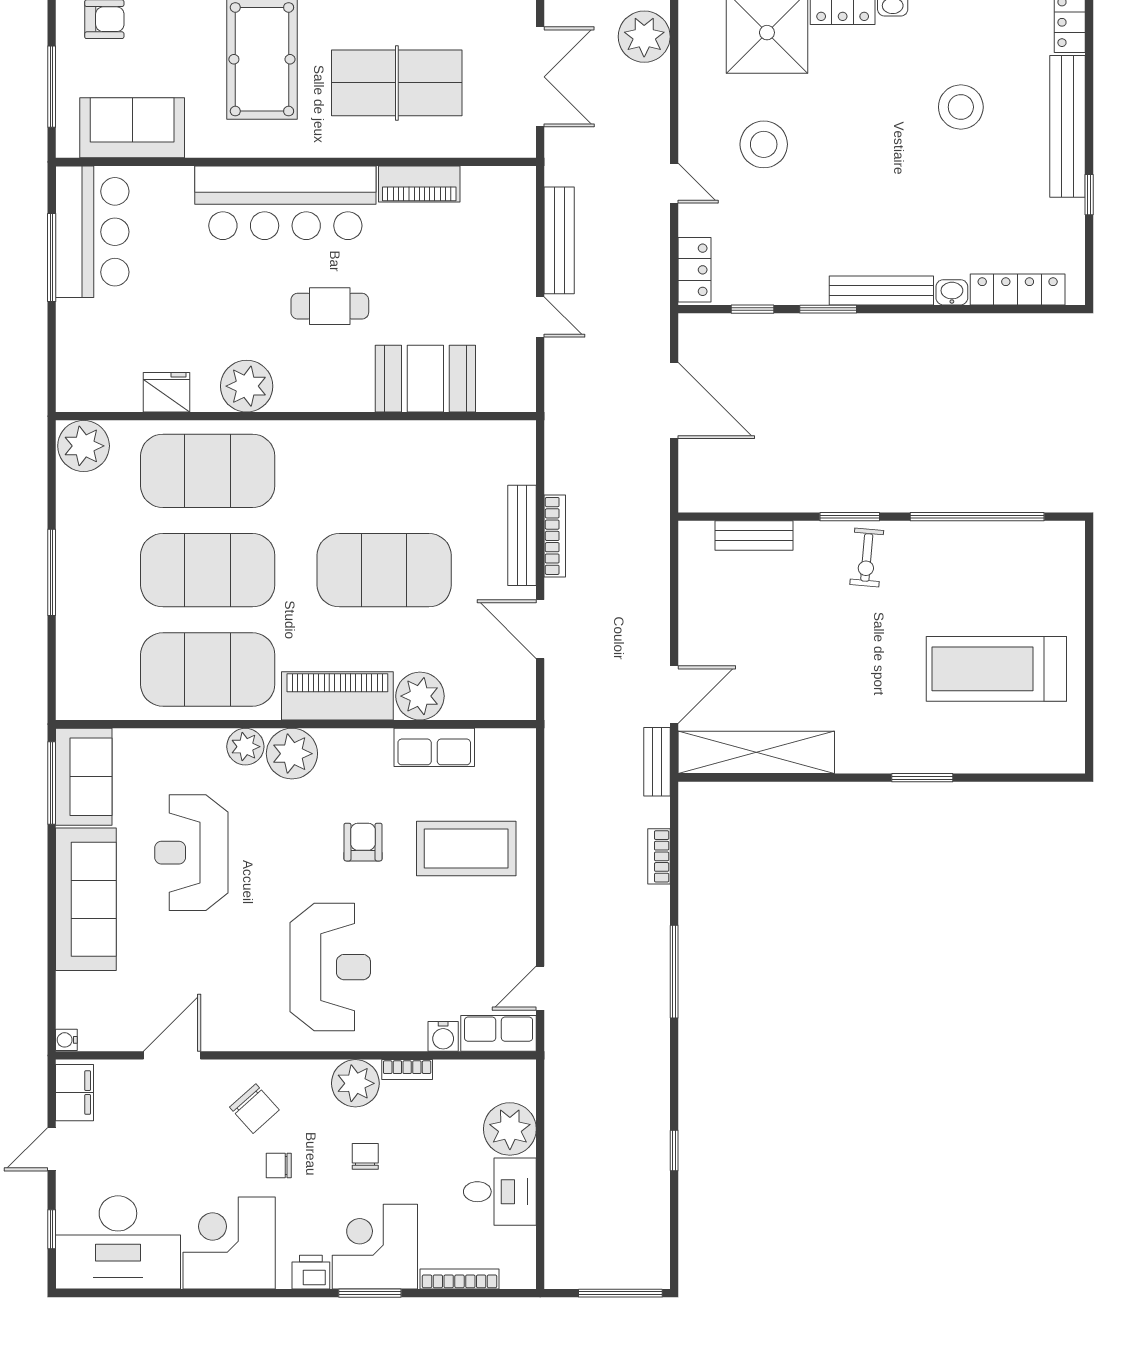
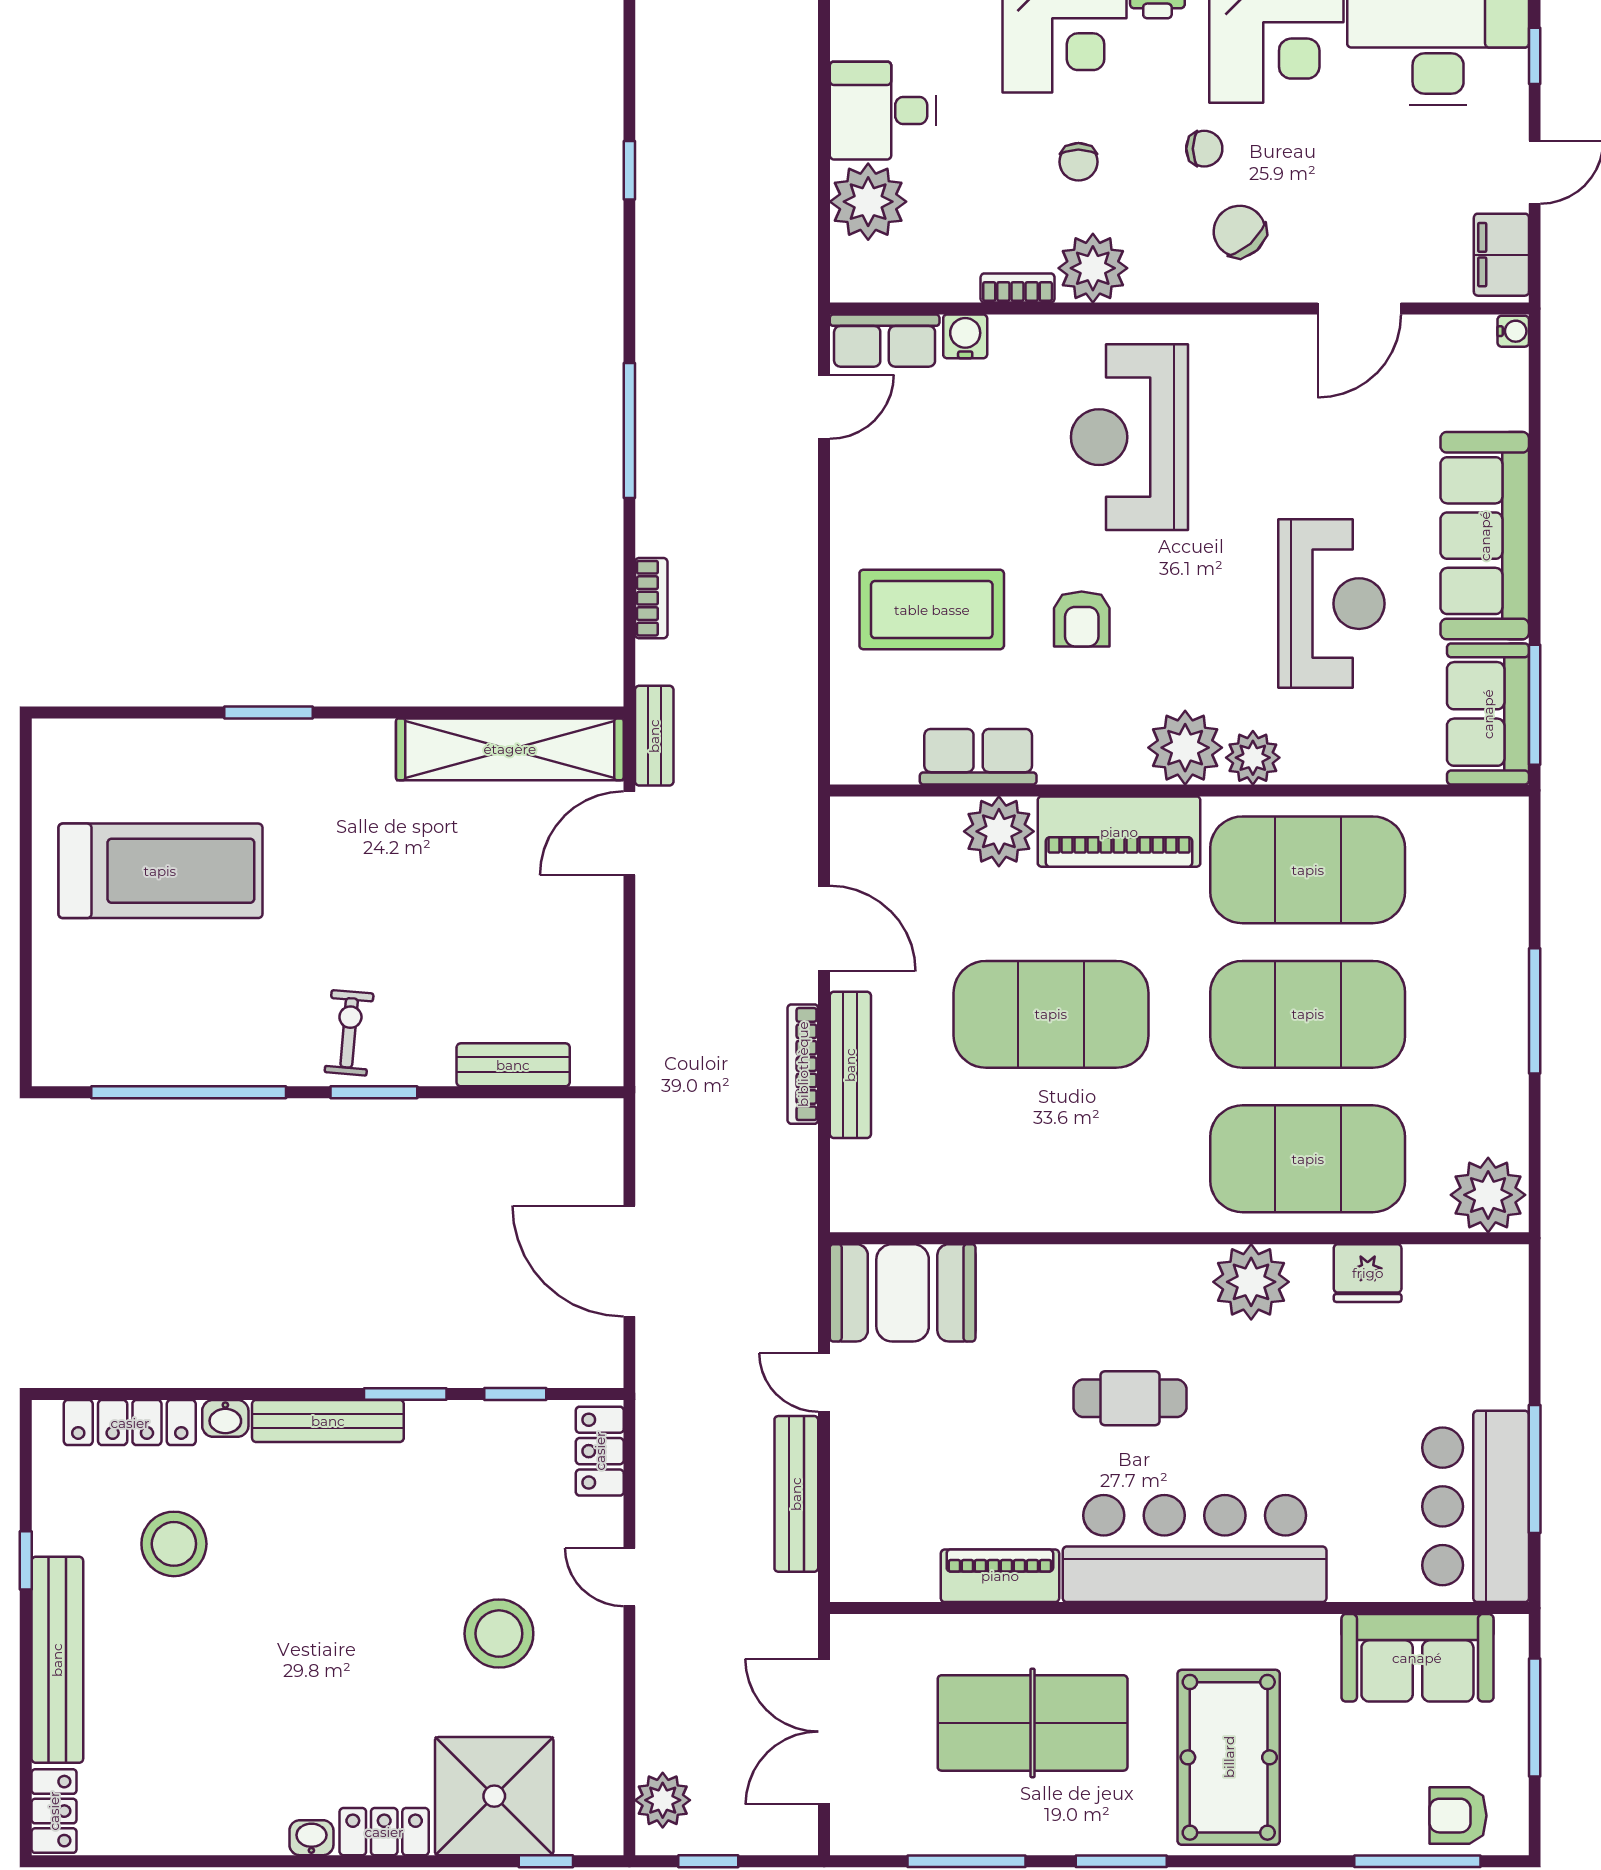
plant: (644, 37) -> (663, 1800), width x0.73, depth x0.73
stool: (961, 107) -> (174, 1544), moved
booth: (425, 379) -> (903, 1293), moved

